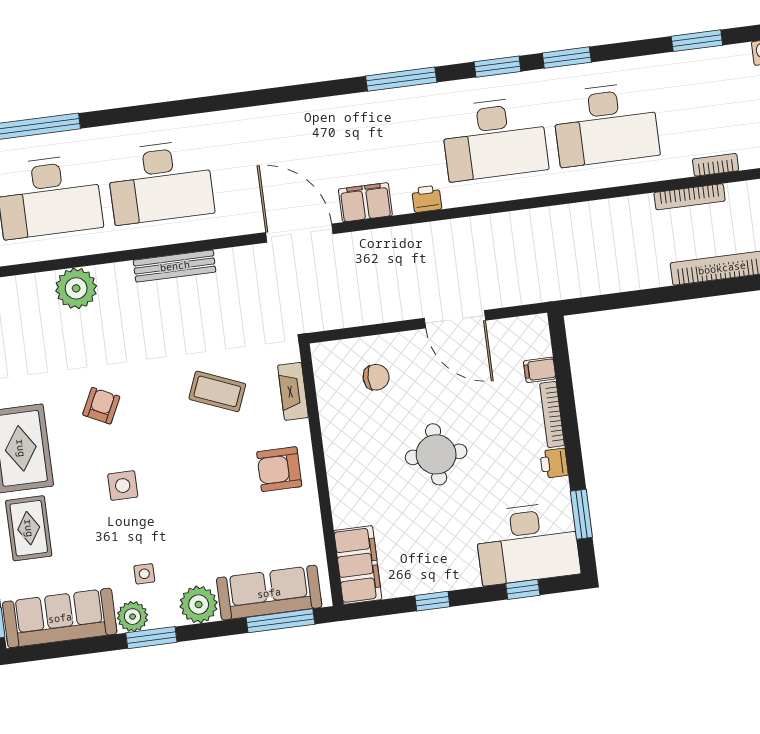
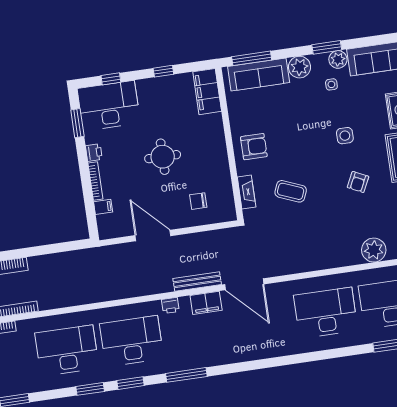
bench: (175, 266) -> (197, 281), moved

